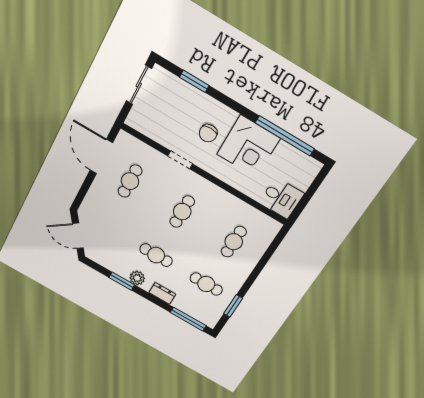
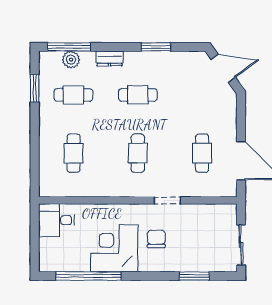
plant: (137, 278) -> (71, 60), moved

